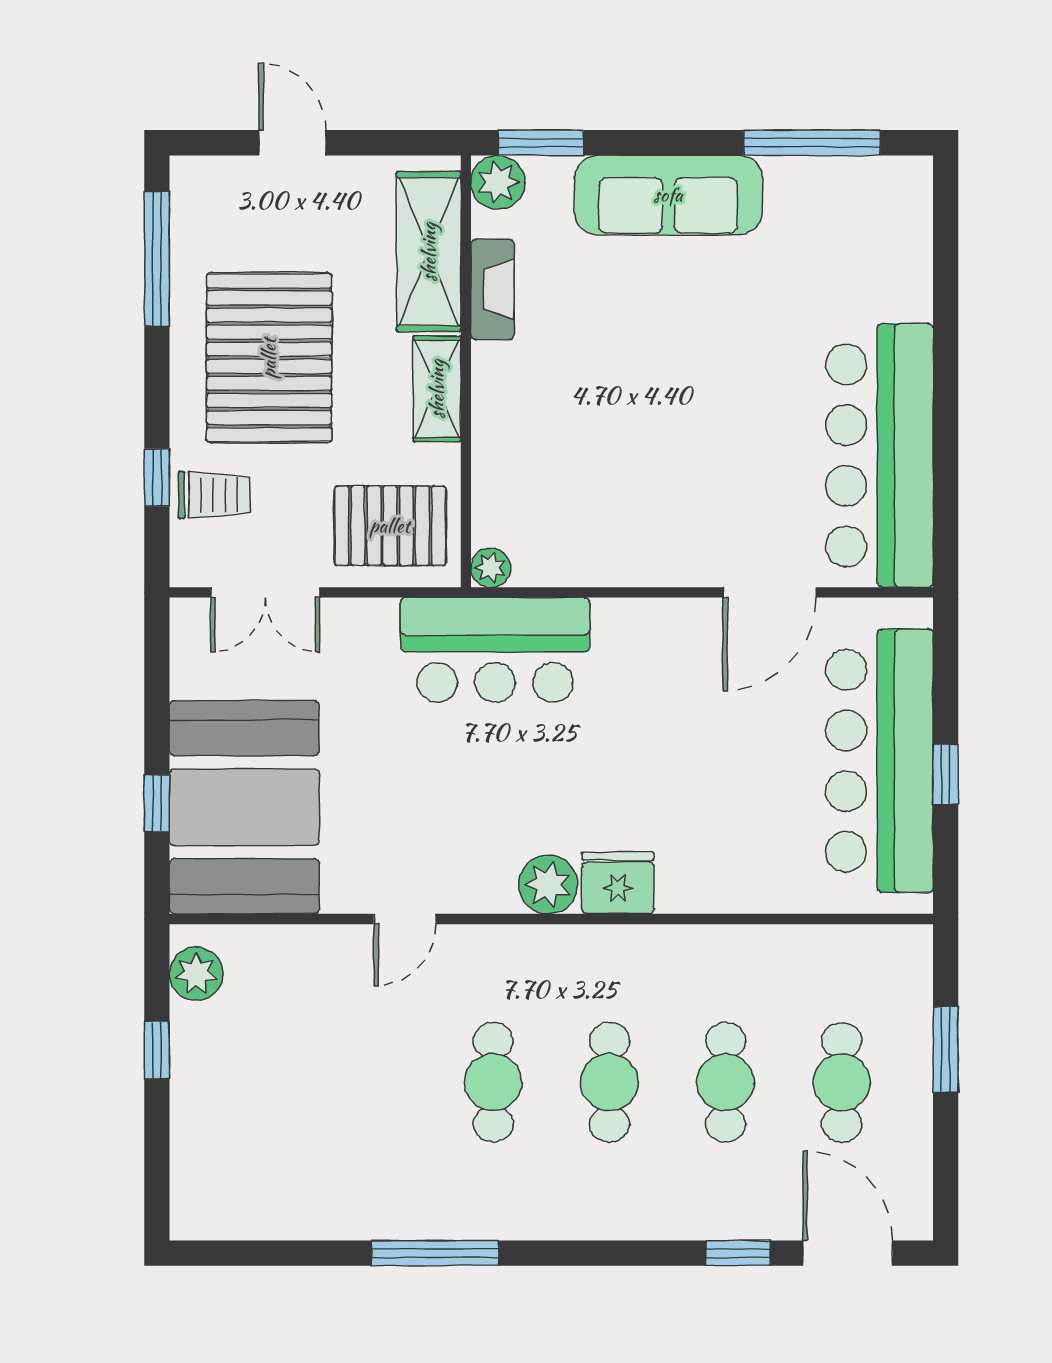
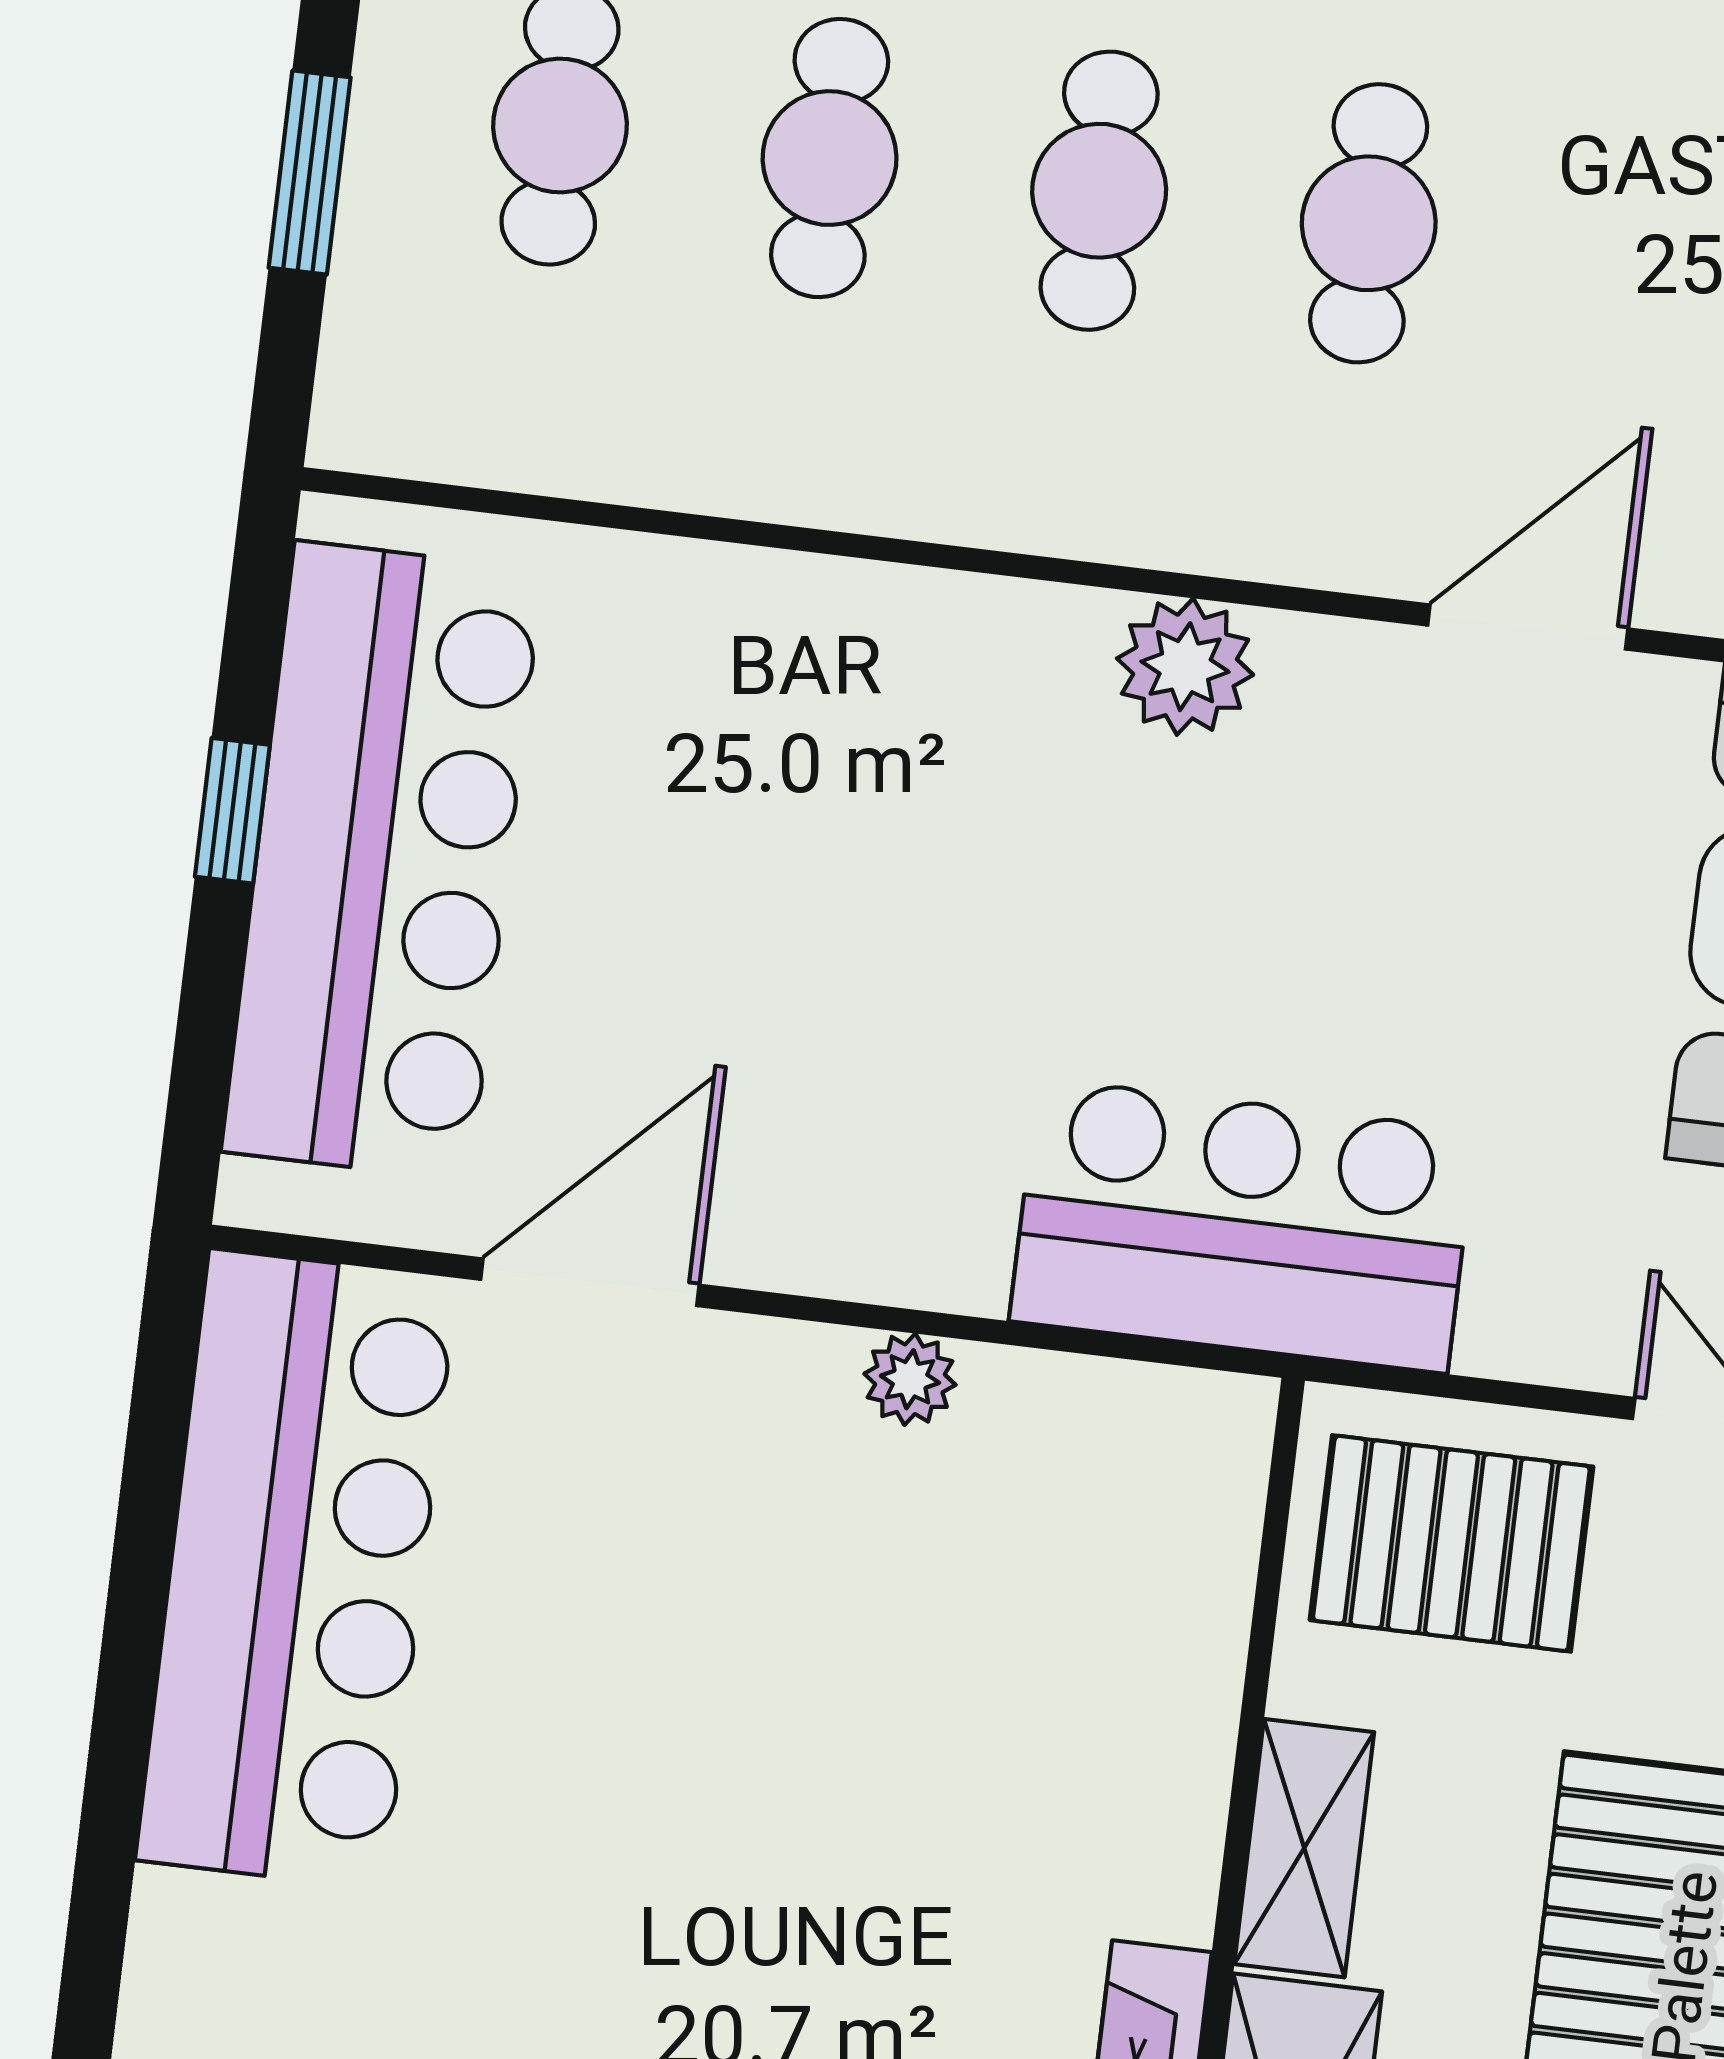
plant: (491, 568) -> (910, 1379), moved
fridge: (618, 883) -> (1023, 651), removed
door: (405, 919) -> (1528, 627), width x1.38

